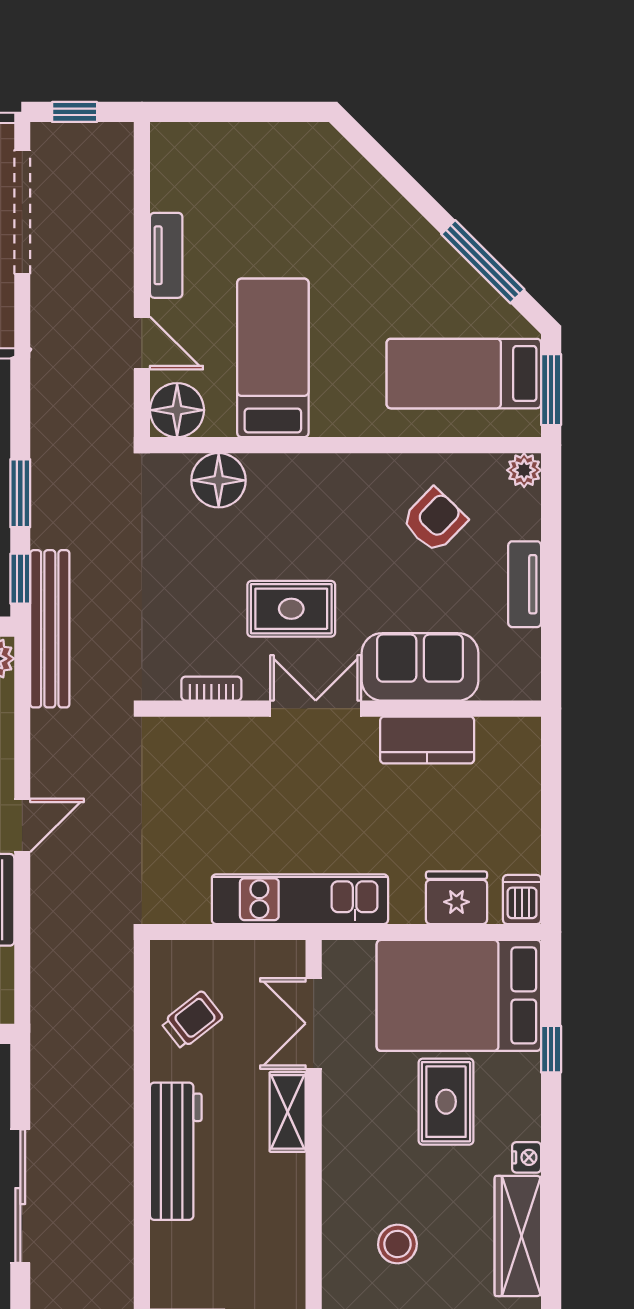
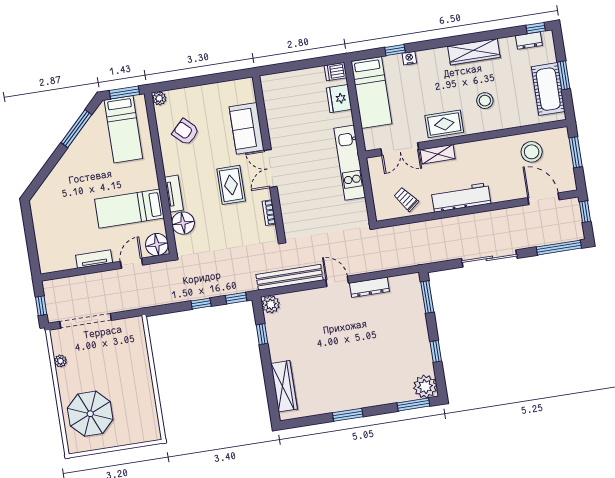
window: (20, 493) -> (201, 304), width x0.67
tv unit: (525, 584) -> (174, 194), moved, turned -90
bench: (50, 629) -> (290, 277), moved
kitchen counter: (427, 740) -> (276, 121), removed
bed: (459, 995) -> (371, 93), width x0.67
rug: (446, 1102) -> (444, 124), moved
nightstand: (527, 1157) -> (409, 58), moved

